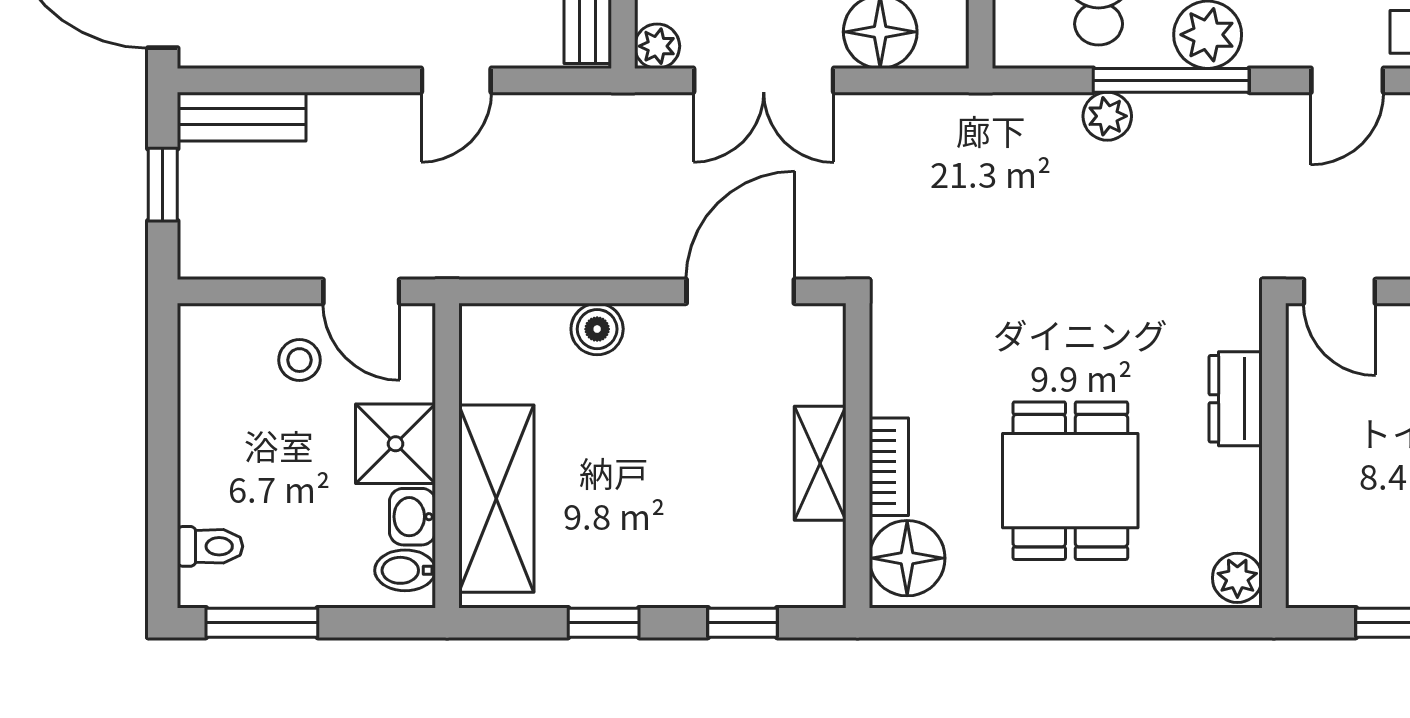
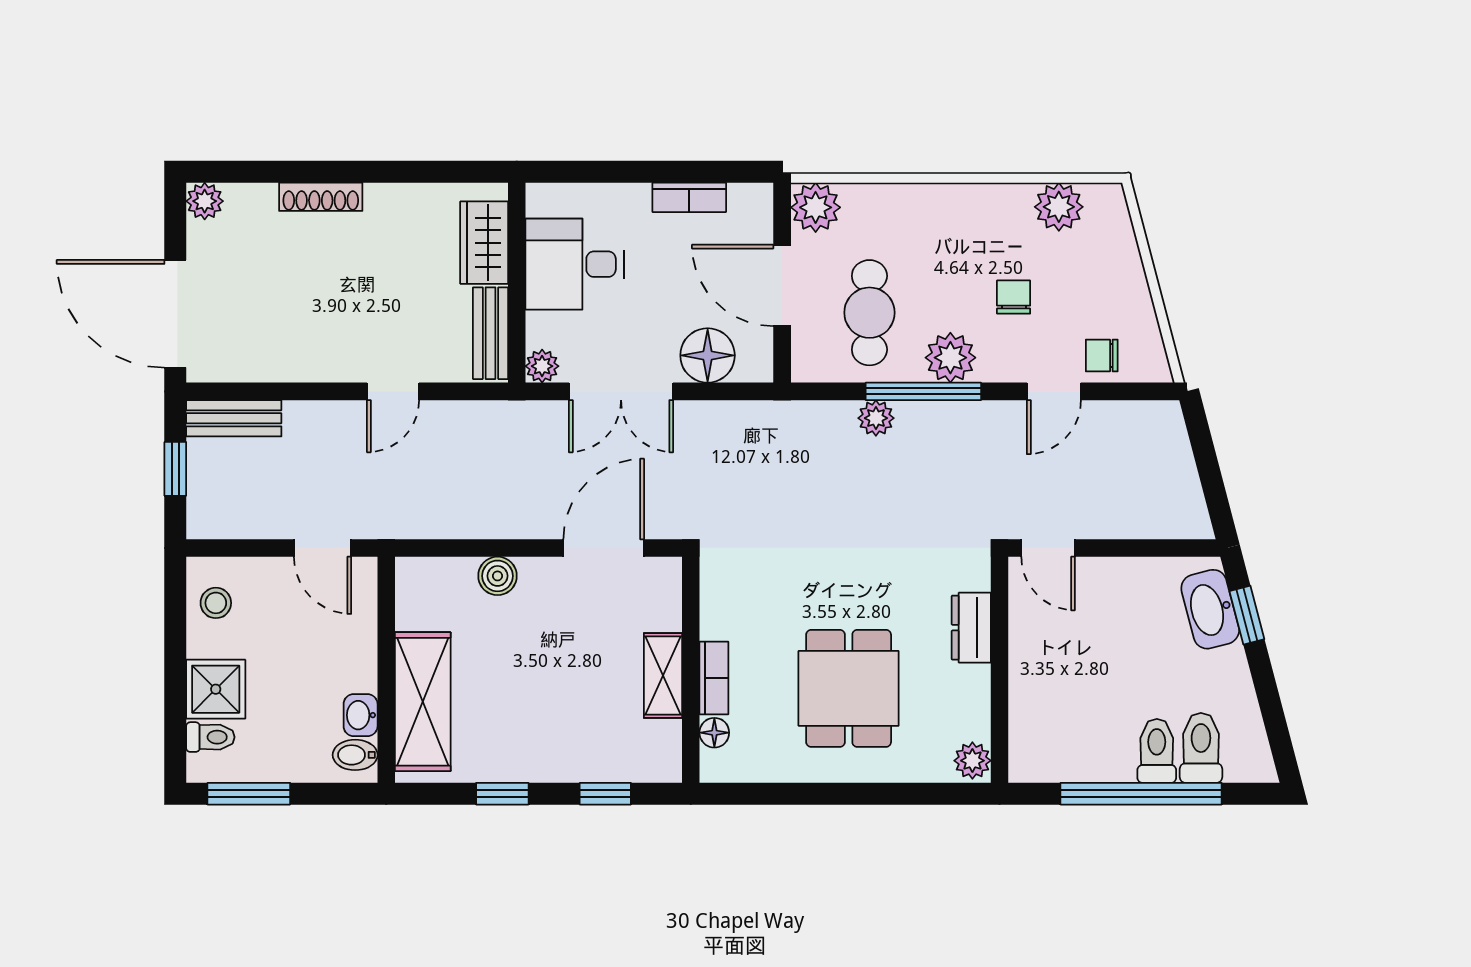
stool: (300, 360) -> (216, 603), moved
shower: (396, 444) -> (216, 689), moved
floor lamp: (907, 558) -> (714, 733), width x0.53, depth x0.53

